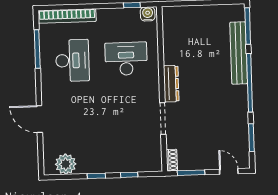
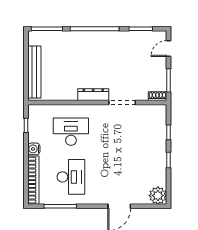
water cooler: (148, 14) -> (34, 149), moved
bench: (239, 53) -> (34, 72), moved, turned 90
desk: (126, 59) -> (71, 132), turned 90
desk: (72, 60) -> (71, 177), turned 90
plant: (66, 164) -> (158, 196), moved

